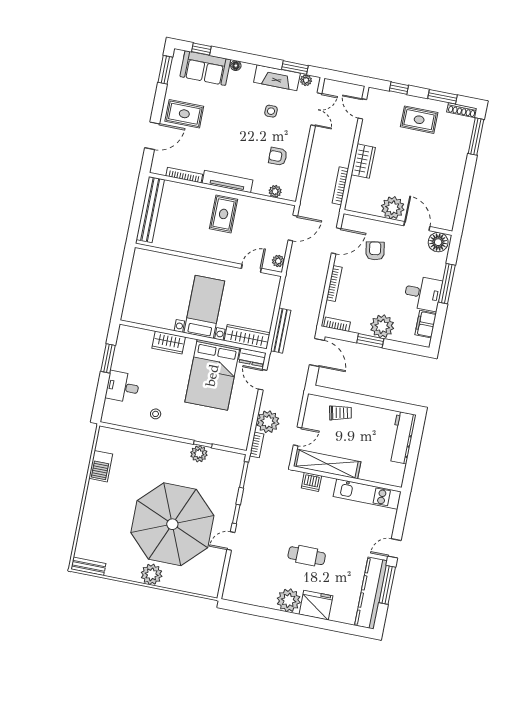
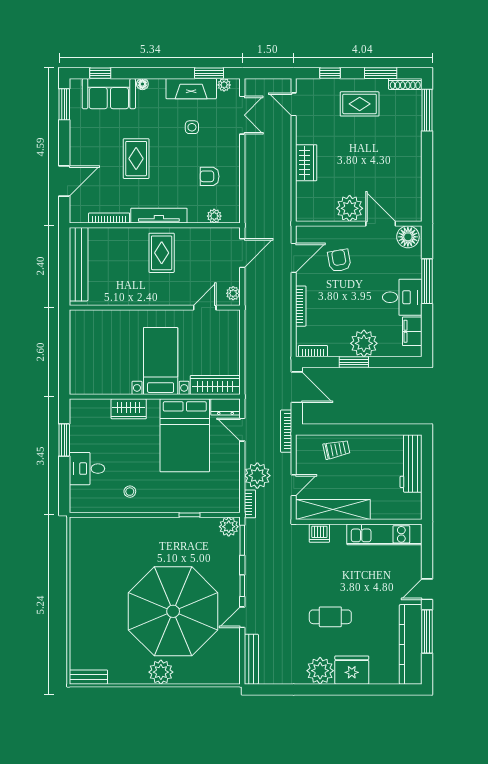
rug: (184, 114) -> (136, 159), moved, turned 90
bookcase: (340, 186) -> (286, 431), moved
bench: (281, 331) -> (251, 659), moved
plant: (199, 454) -> (229, 527), moved
barbecue: (101, 466) -> (80, 562), removed

